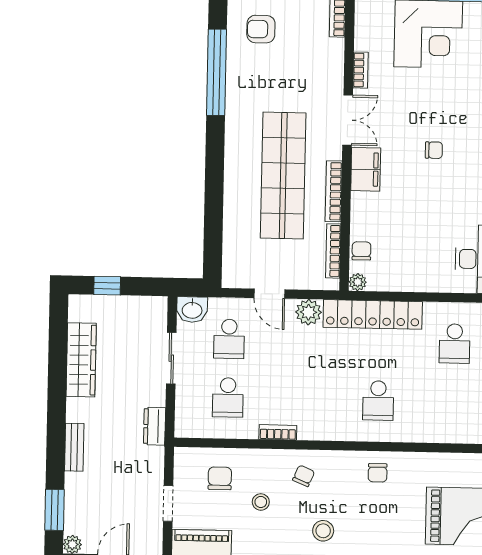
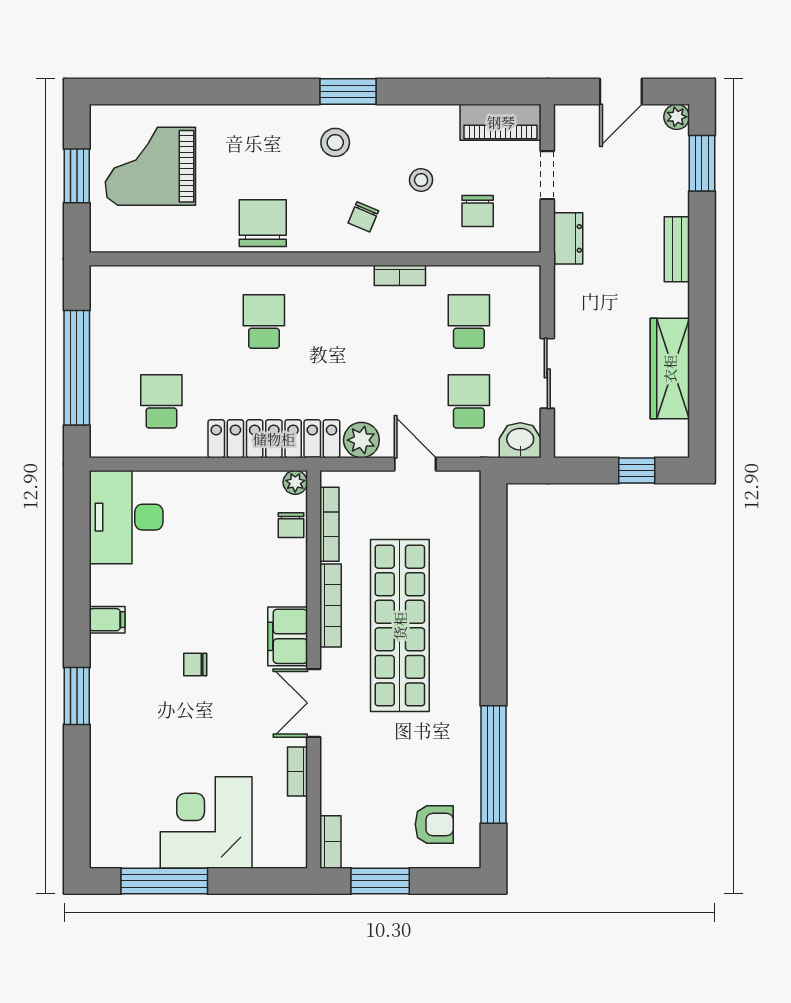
dresser: (155, 426) -> (568, 238), moved
chair: (378, 473) -> (263, 223), width x1.87, depth x1.87

